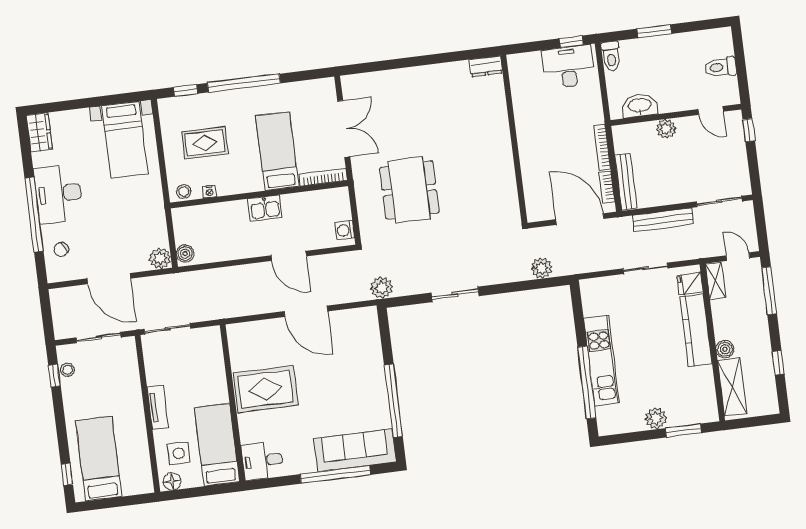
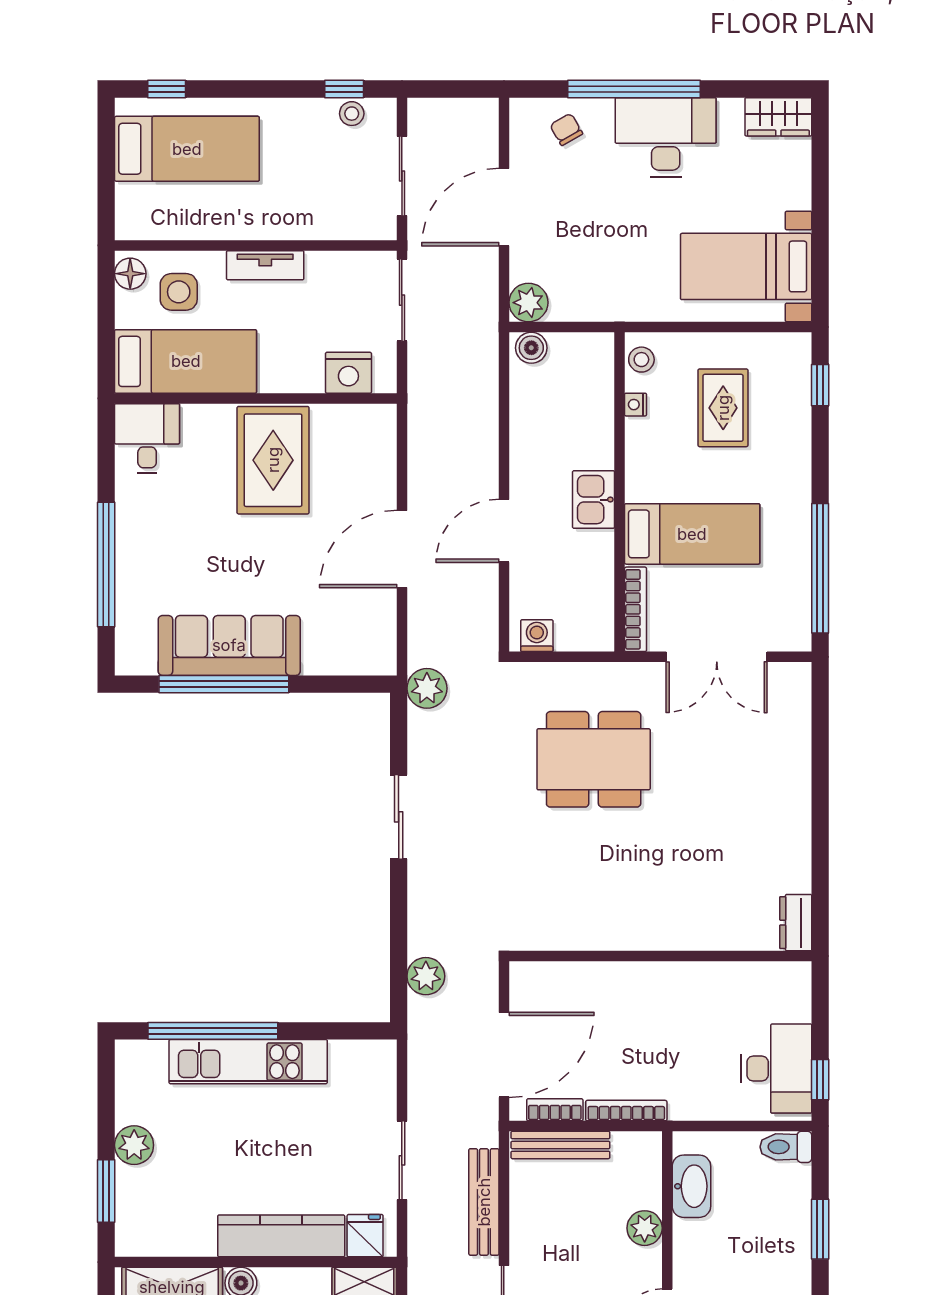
window: (244, 83) -> (820, 568), moved
nightstand: (212, 353) -> (348, 373), added
sofa: (355, 450) -> (229, 645), moved, turned -90

